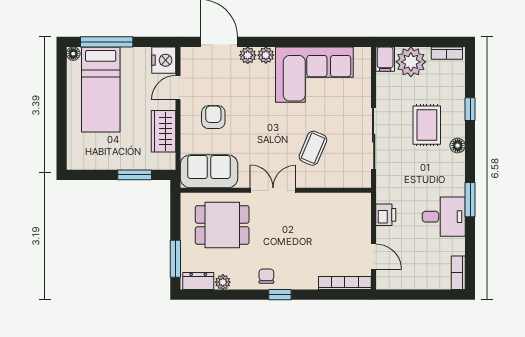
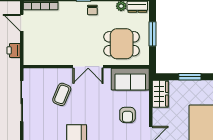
wardrobe: (164, 131) -> (160, 94), moved
window: (135, 175) -> (190, 77), moved
window: (175, 259) -> (152, 34), moved

